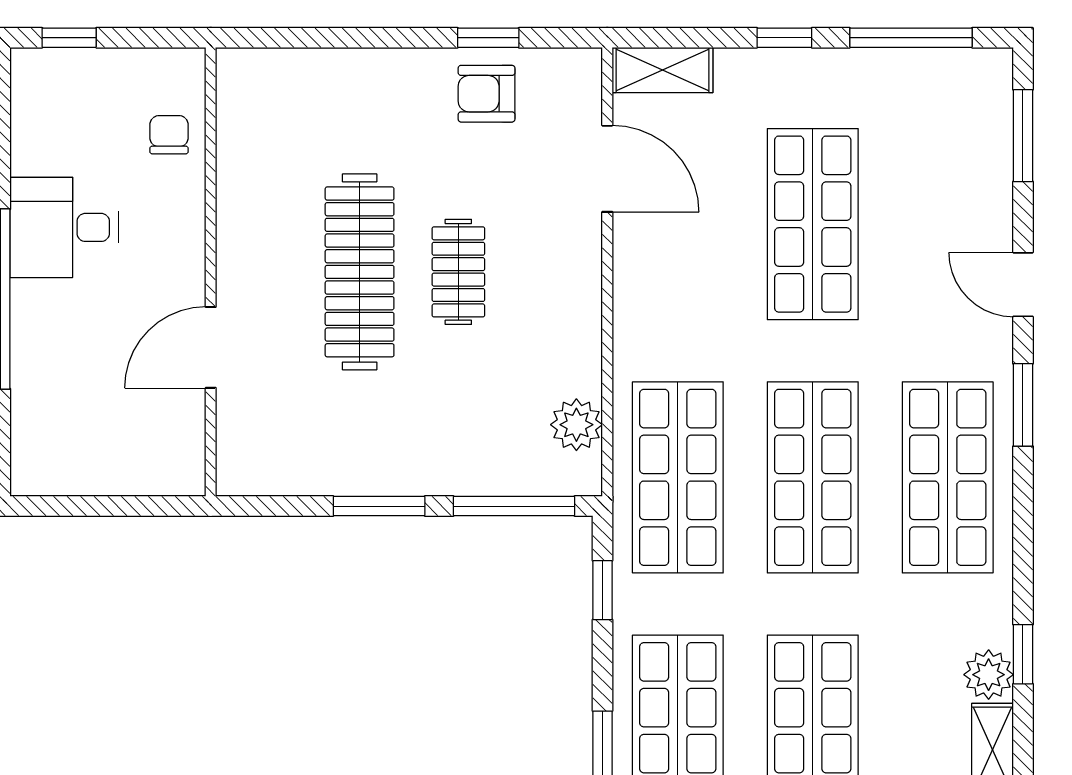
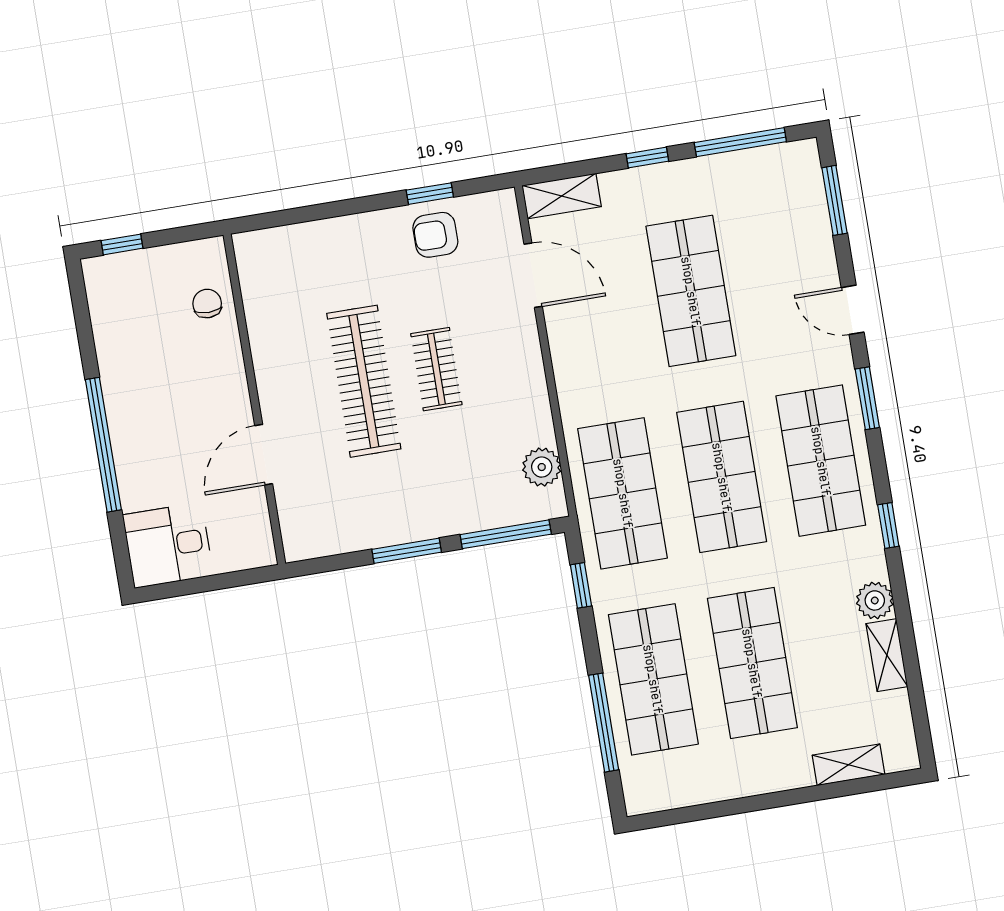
desk: (64, 227) -> (168, 545), moved
window: (1023, 654) -> (888, 526), moved

